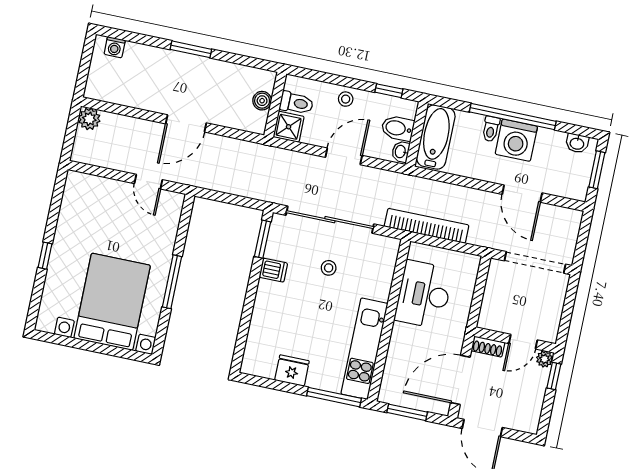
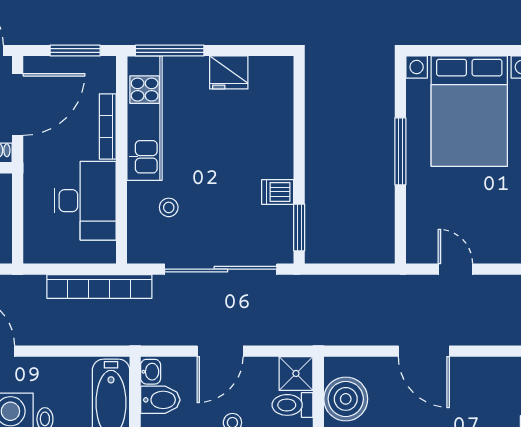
boiler: (262, 101) -> (346, 399), width x1.86, depth x1.86
door: (186, 123) -> (424, 351), swing flipped
stool: (329, 268) -> (169, 207), moved
bookcase: (394, 348) -> (108, 126), added

